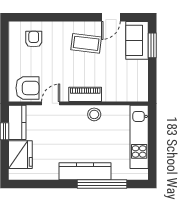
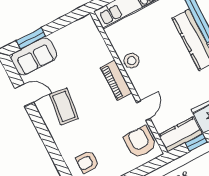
door: (51, 103) -> (143, 111), swing flipped

